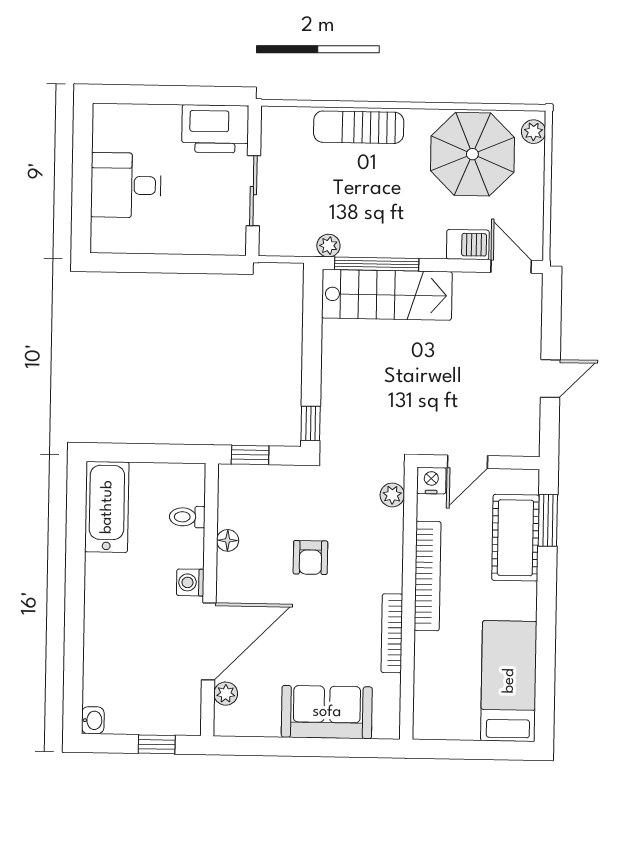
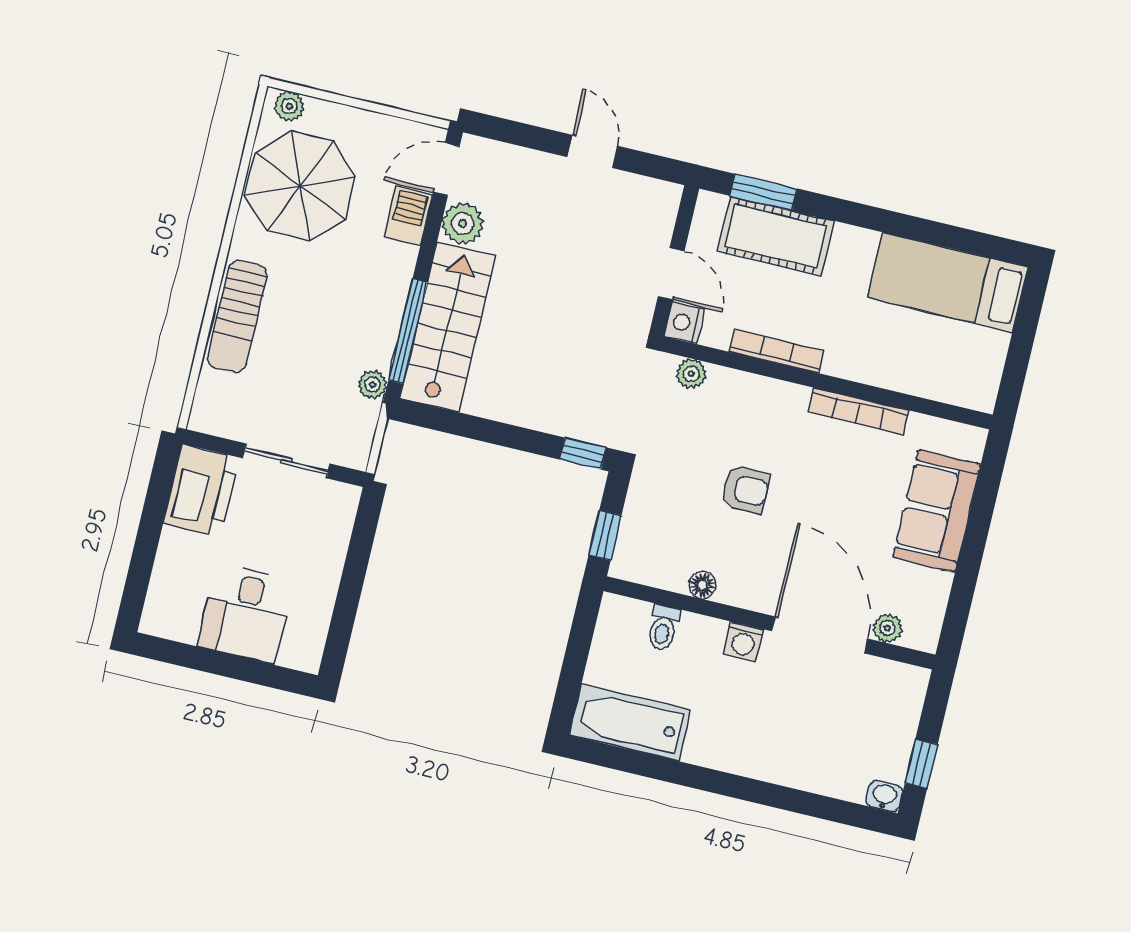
plant: (471, 289) -> (463, 223), added
bookcase: (428, 576) -> (777, 351), width x0.68, depth x0.76
window: (157, 744) -> (921, 764), moved

